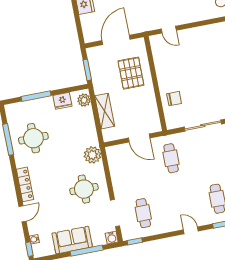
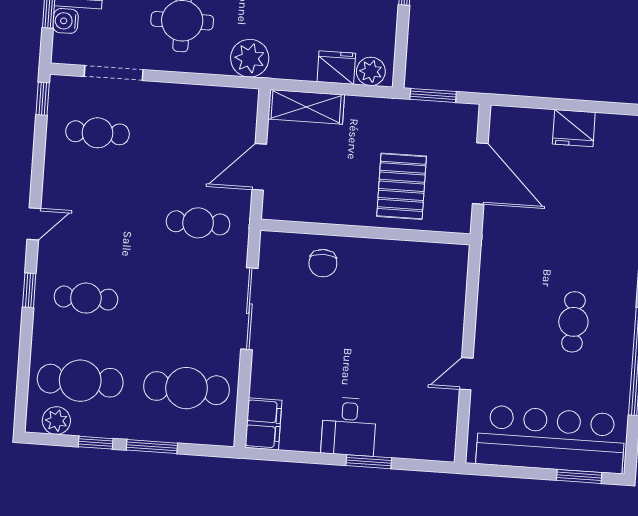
door: (169, 30) -> (466, 374), moved
pallet: (131, 73) -> (402, 186), turned 90
fridge: (62, 101) -> (336, 68), moved, turned 90
shelving: (105, 111) -> (306, 107), moved
water cooler: (112, 238) -> (66, 21), moved

